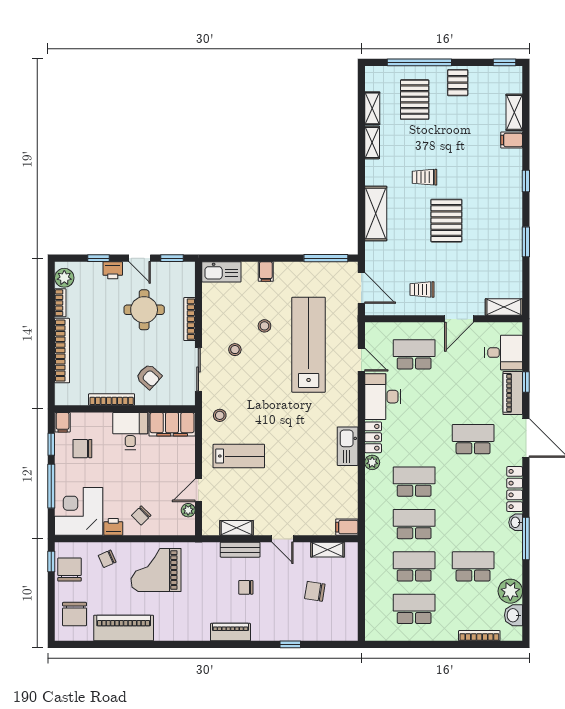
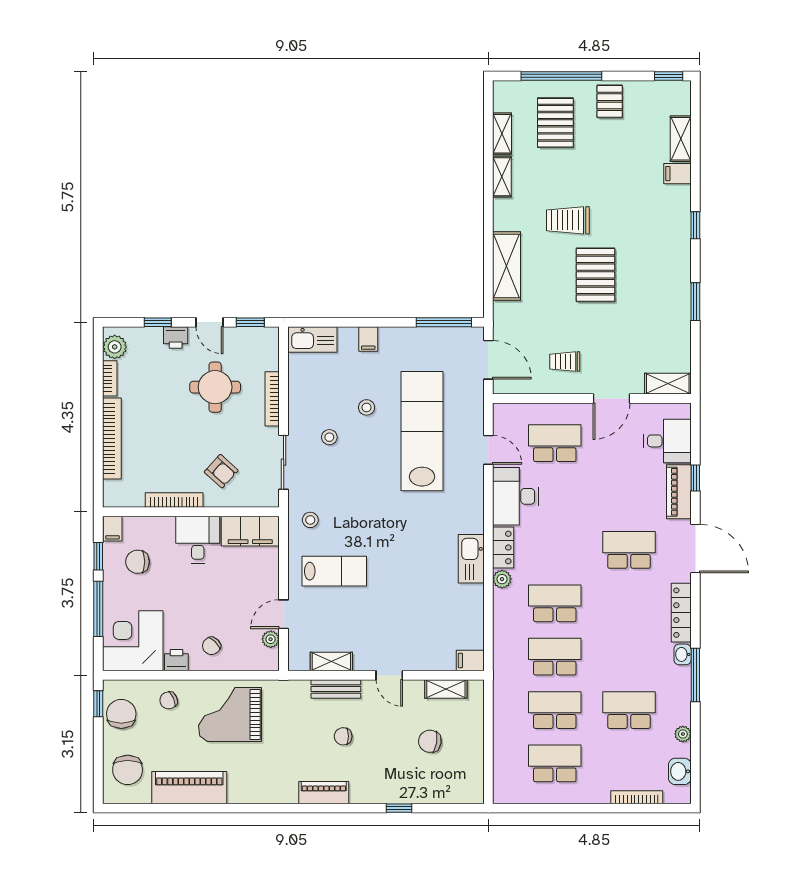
trolley: (425, 177) -> (568, 220), width x1.36, depth x1.39
plant: (510, 591) -> (683, 734), width x0.53, depth x0.53

